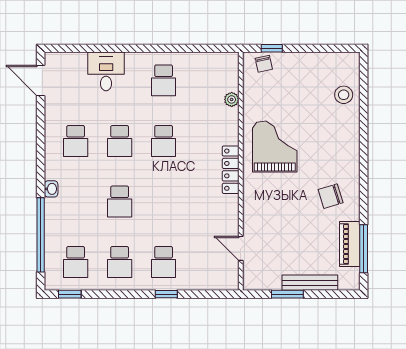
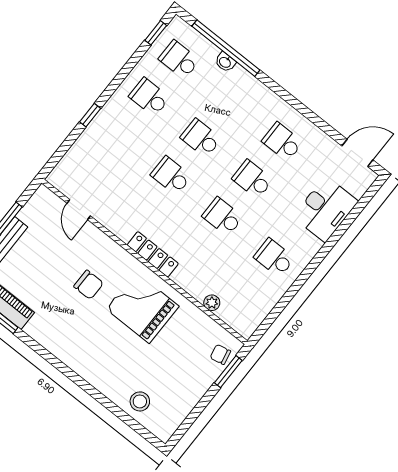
window: (272, 48) -> (228, 372), width x1.50
desk: (106, 71) -> (325, 209), width x1.37
grand piano: (275, 147) -> (142, 308), turned 180
washbasin: (51, 189) -> (225, 62), moved
chair: (331, 196) -> (89, 285), moved, turned 107
door: (241, 248) -> (79, 210), swing flipped
school desk: (164, 262) -> (171, 176), moved

